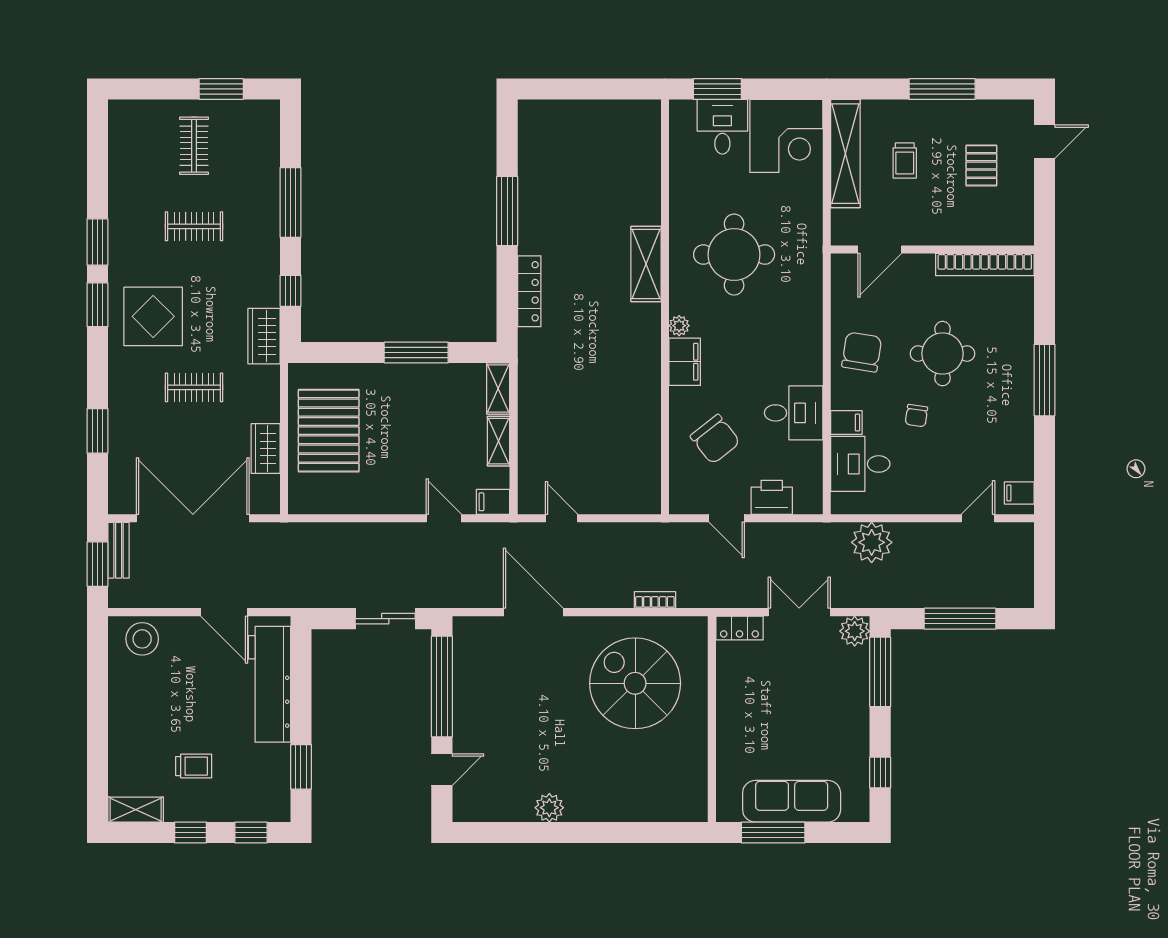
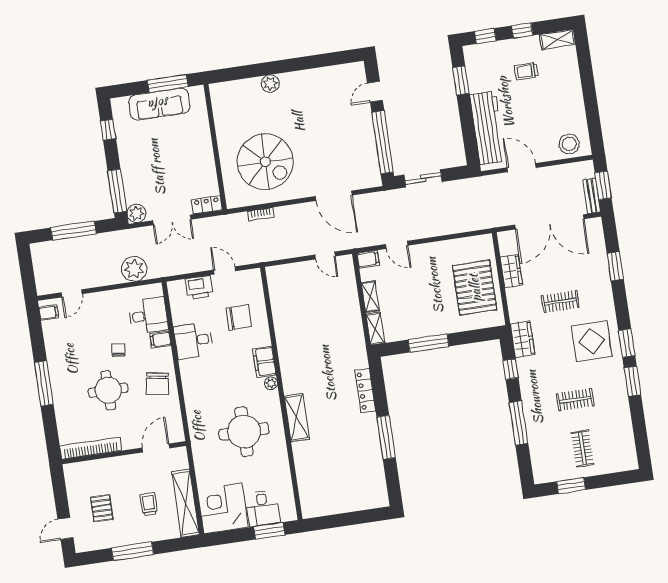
chair: (715, 439) -> (239, 317), turned 128
plant: (549, 808) -> (270, 84), moved

